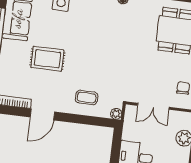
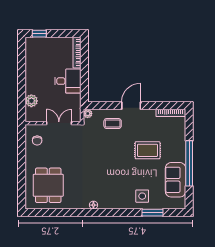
door: (42, 115) -> (131, 106), moved

